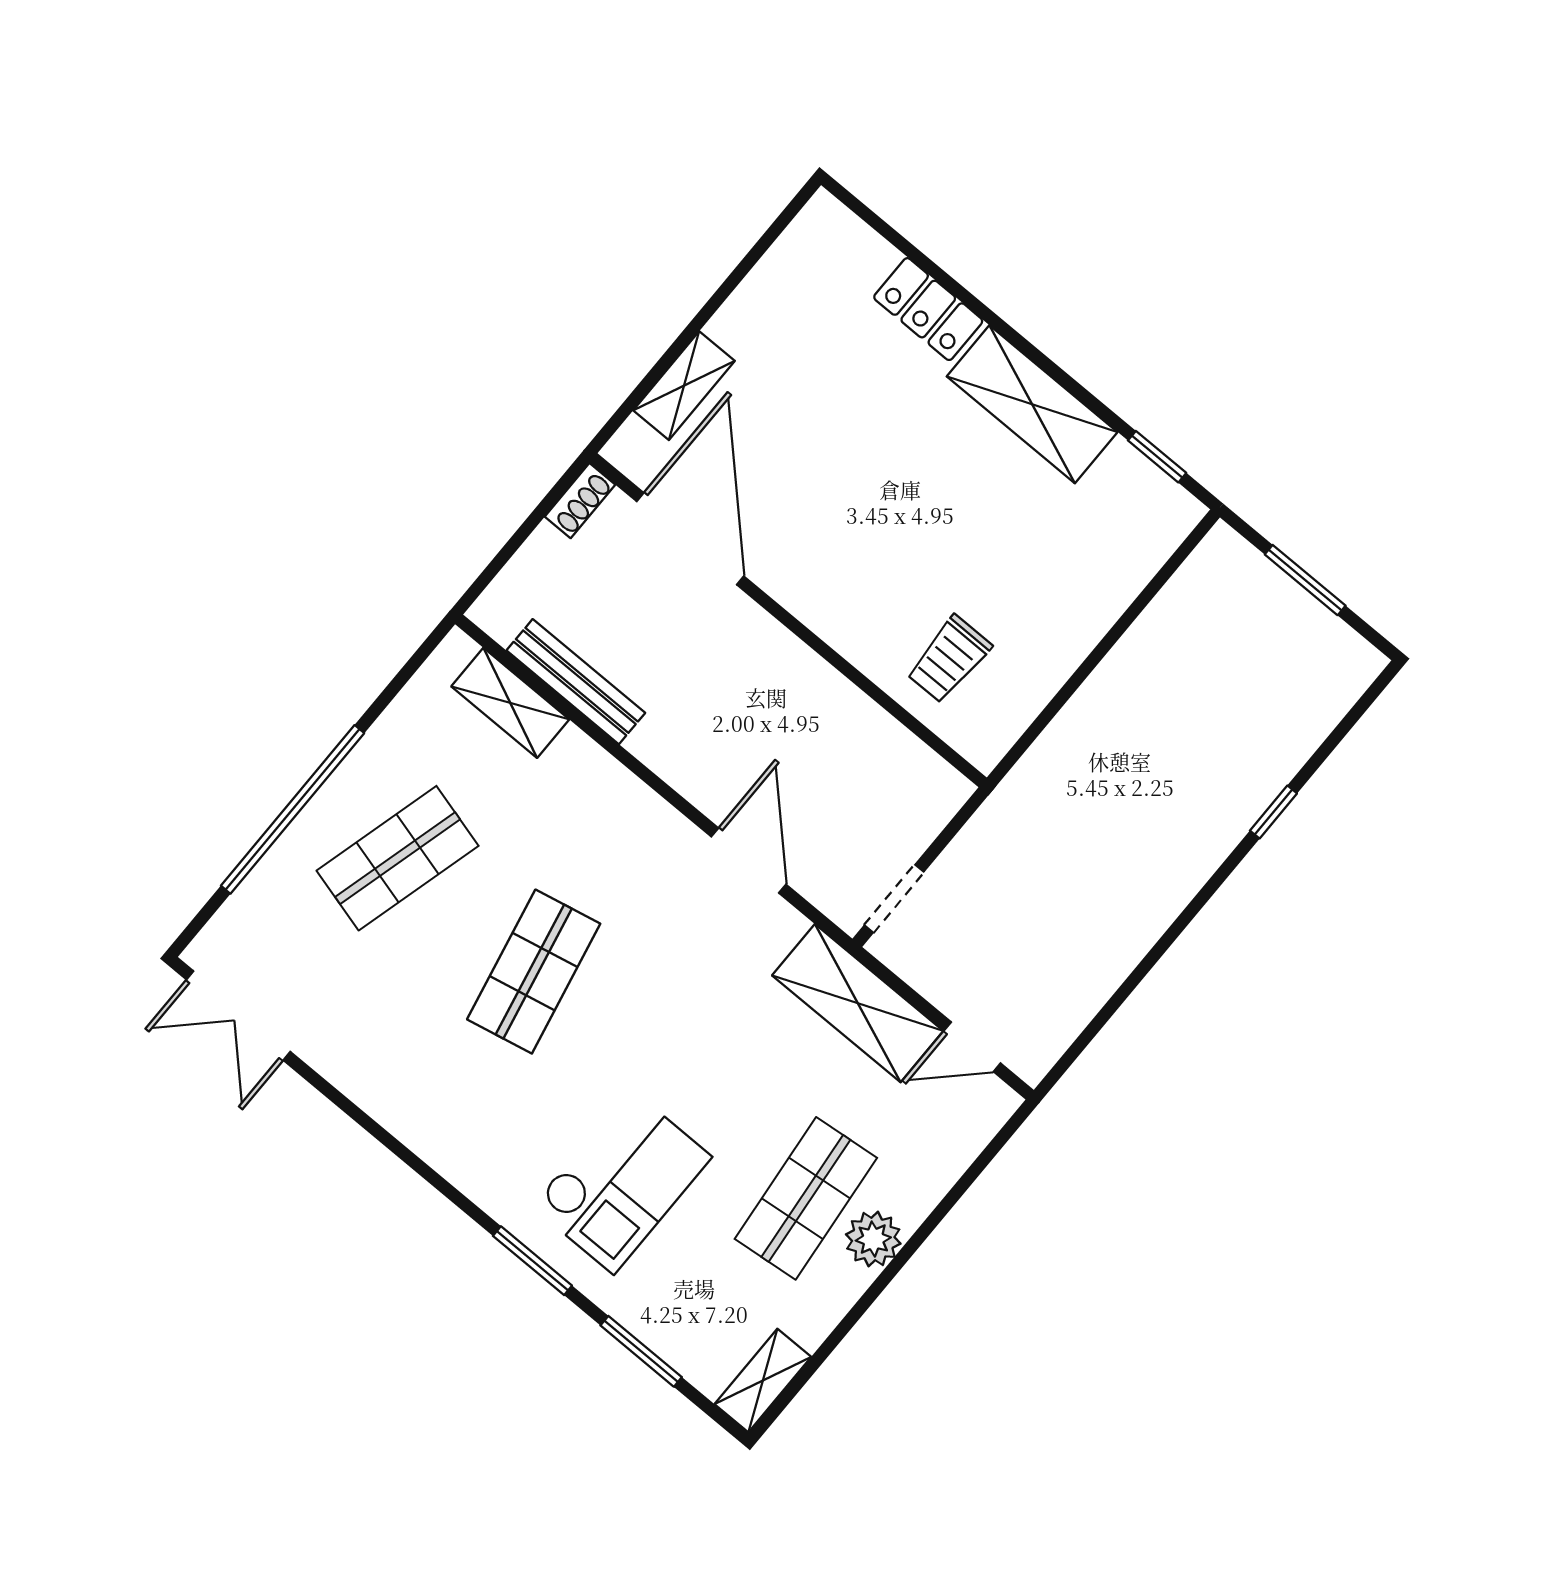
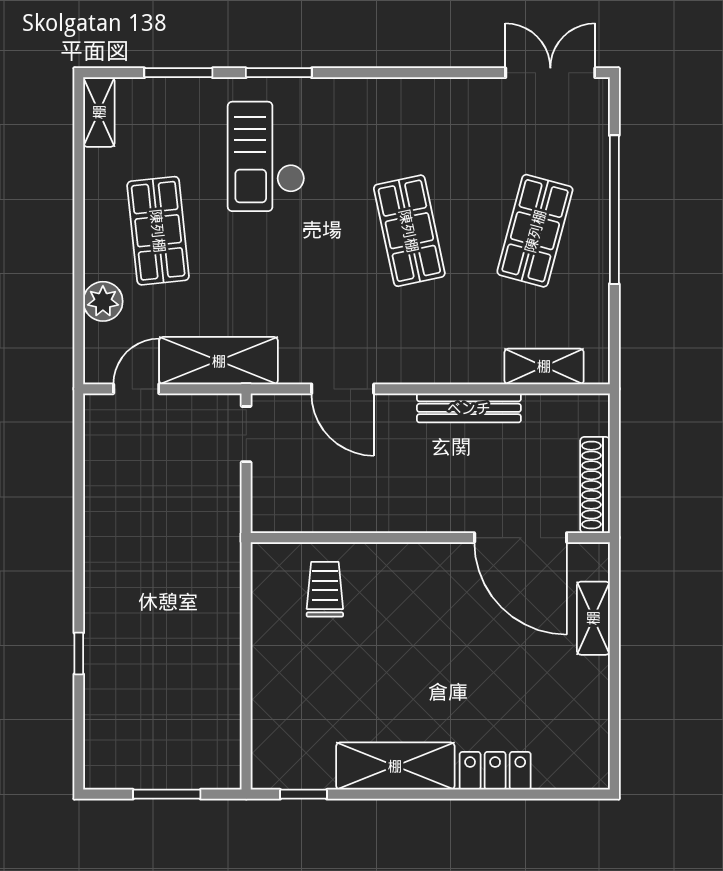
shoe rack: (580, 501) -> (595, 485), width x1.94, depth x1.24
bench: (576, 682) -> (469, 408), moved
plant: (873, 1239) -> (103, 301), moved

